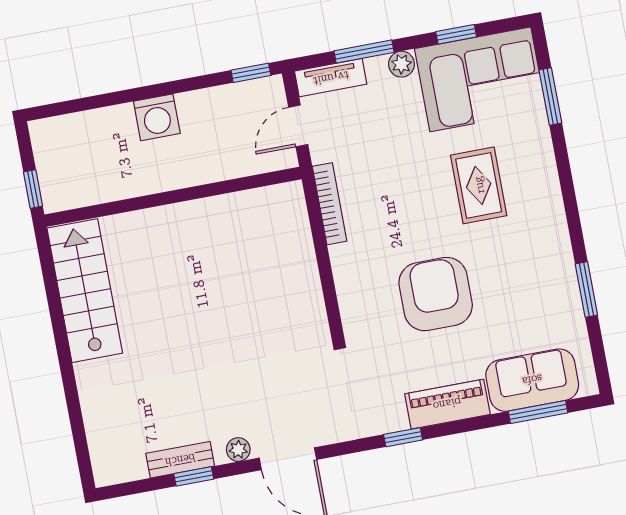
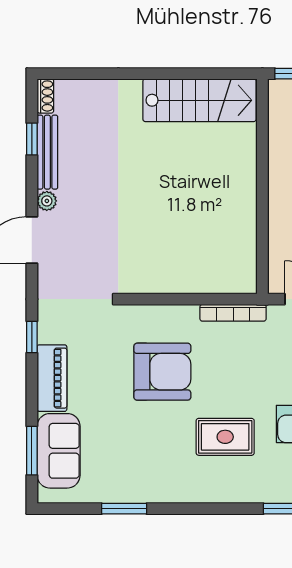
armchair: (436, 294) -> (162, 372), moved
bench: (180, 460) -> (47, 152), width x1.36
shoe rack: (114, 475) -> (45, 96), added
window: (194, 476) -> (32, 139), moved

